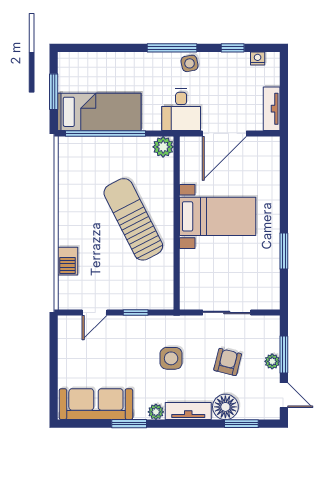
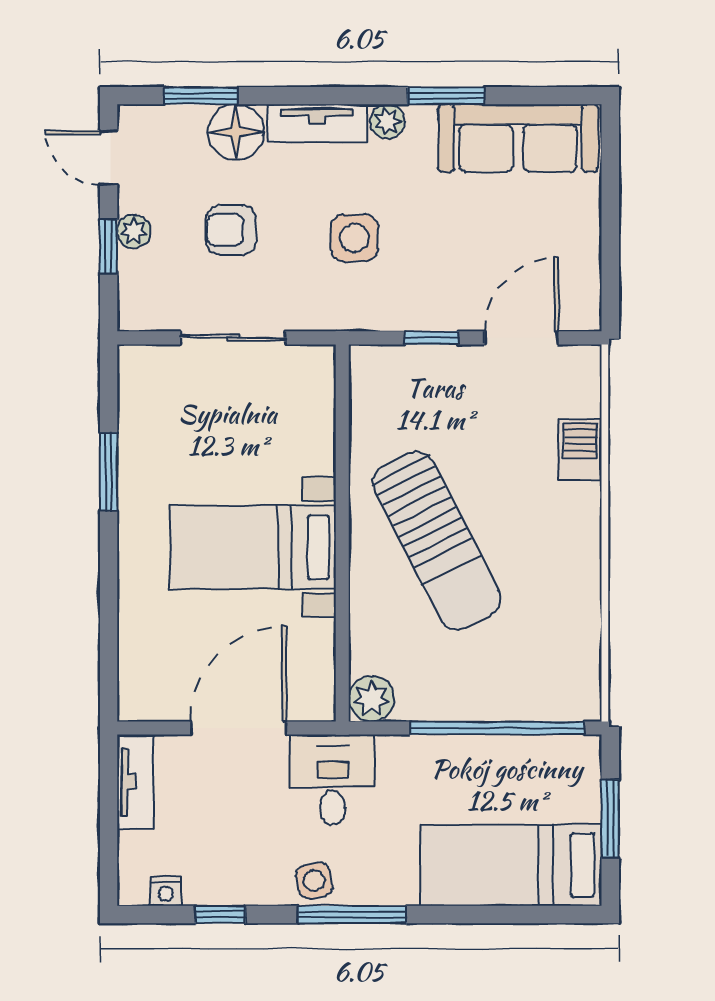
bed: (99, 112) -> (511, 865), moved
door: (95, 312) -> (521, 338), width x1.38
window: (284, 355) -> (109, 246), width x0.67
armchair: (228, 362) -> (231, 230), turned 76

